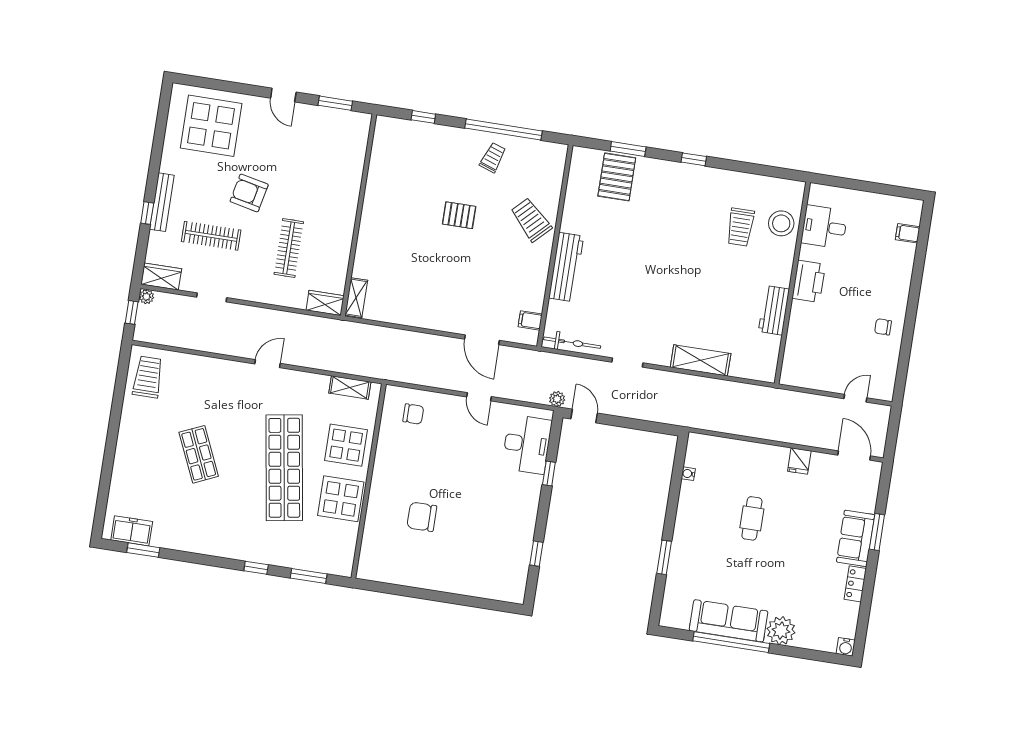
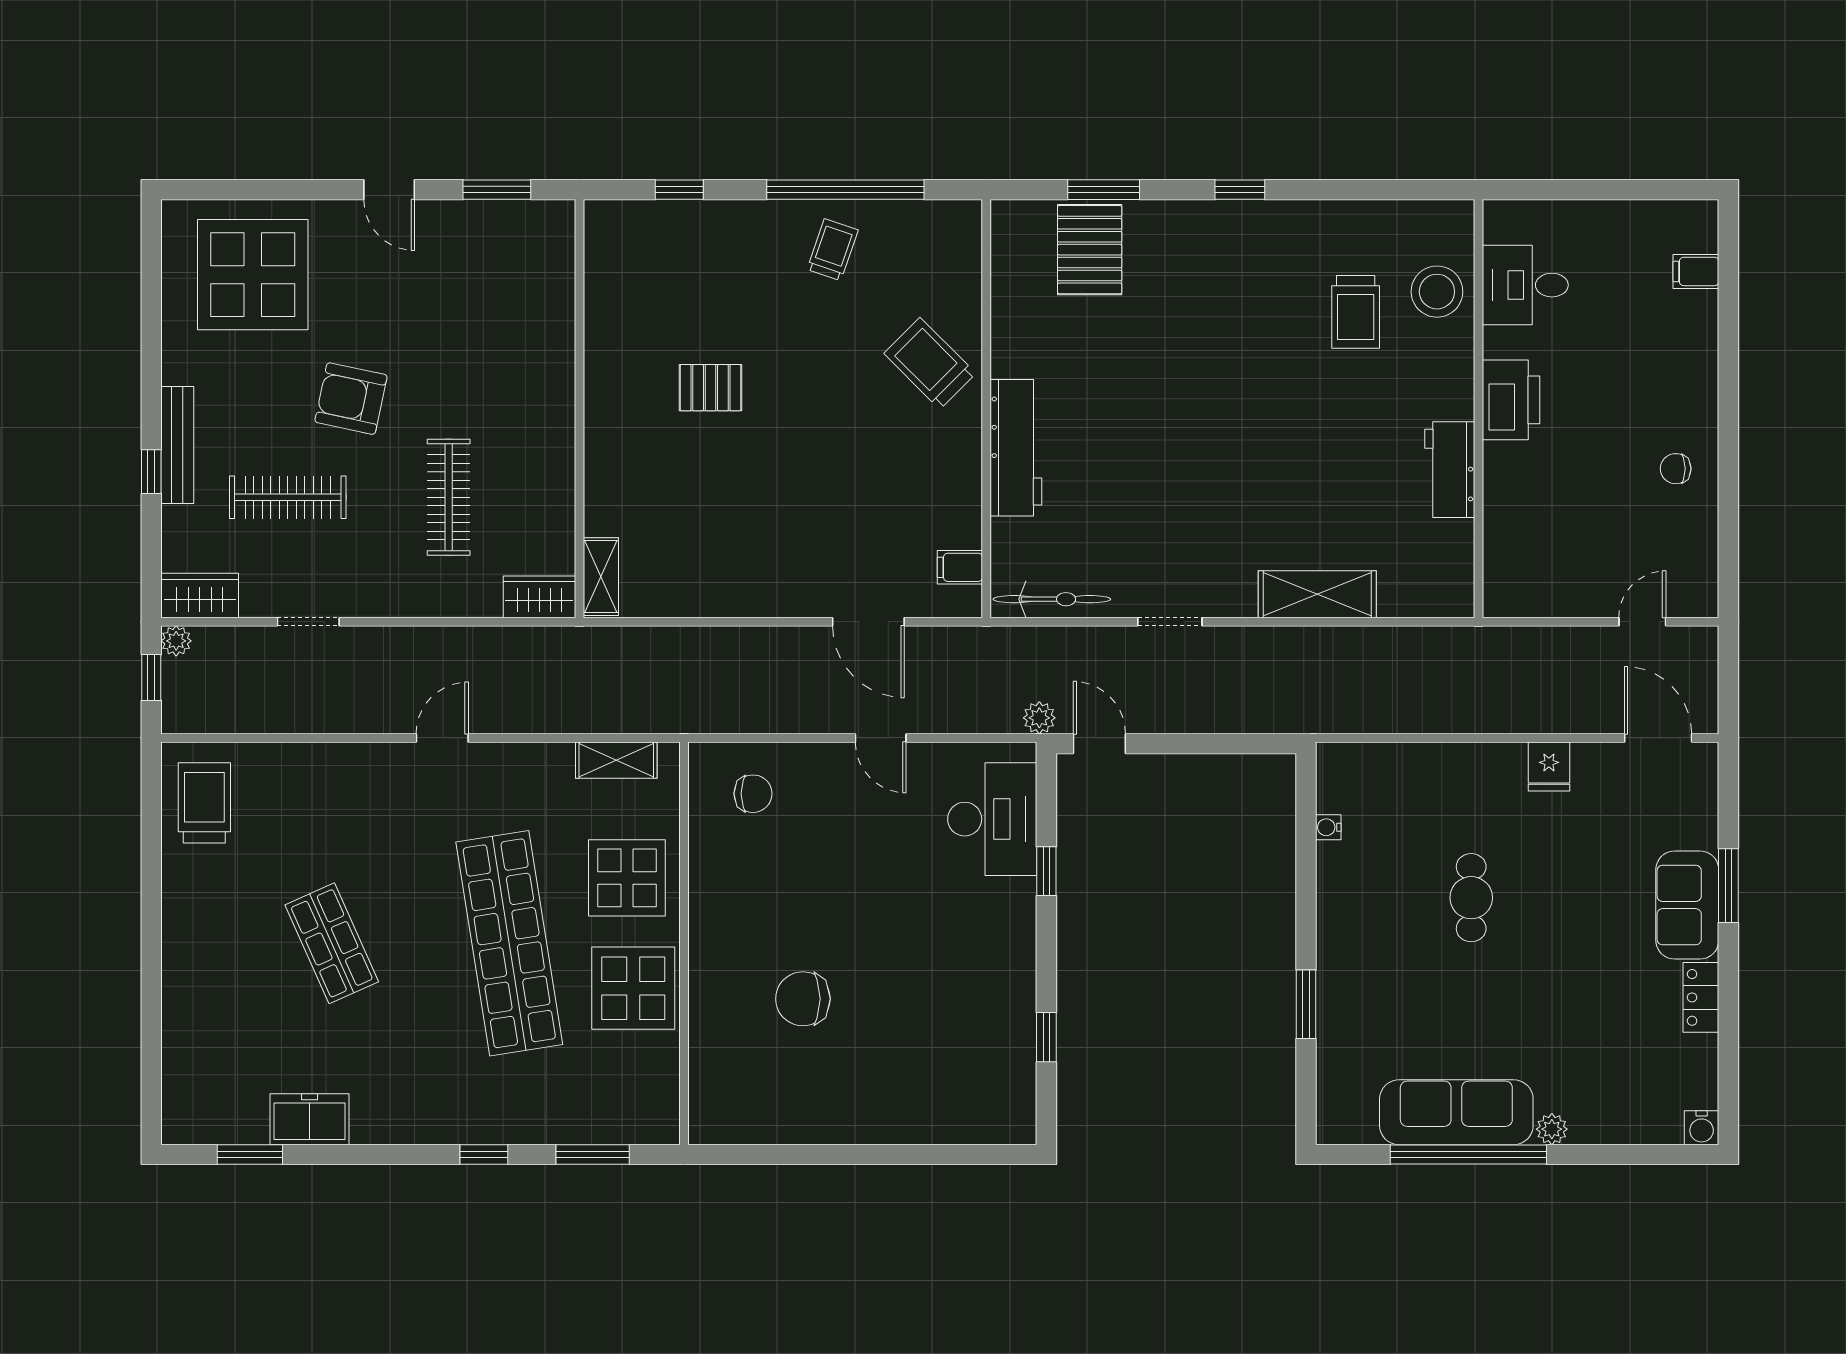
pallet: (459, 215) -> (710, 388), moved
freezer: (132, 531) -> (309, 1119), moved
plant: (781, 631) -> (1552, 1129), width x0.53, depth x0.53

